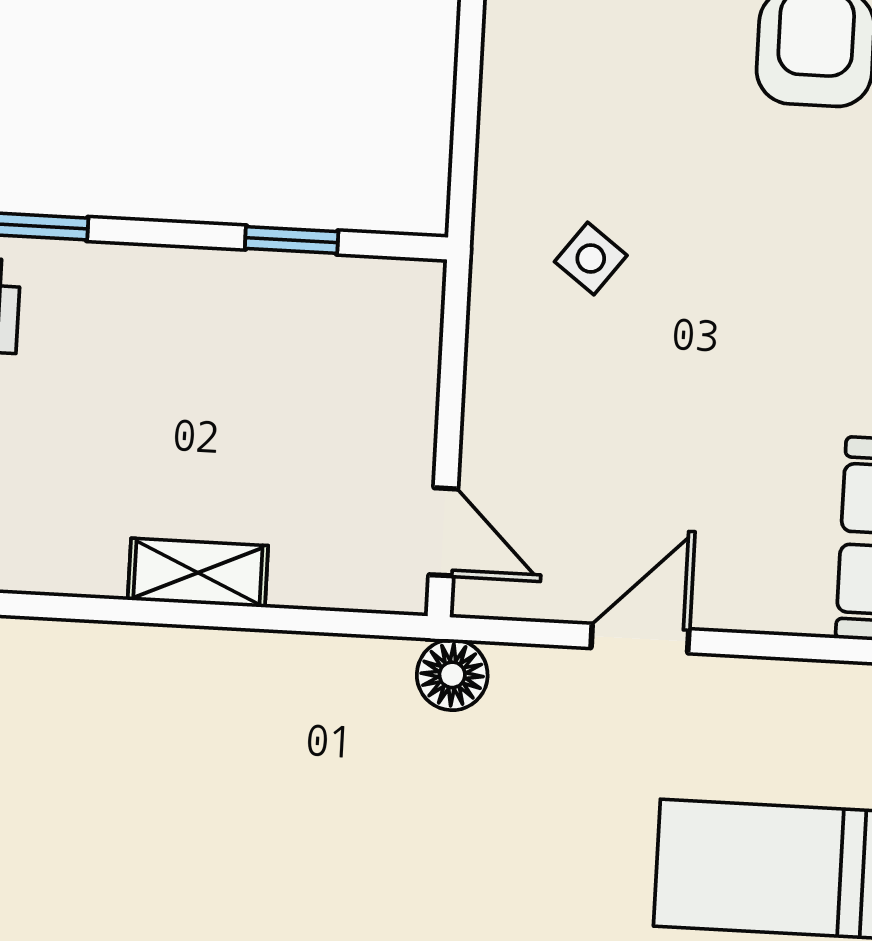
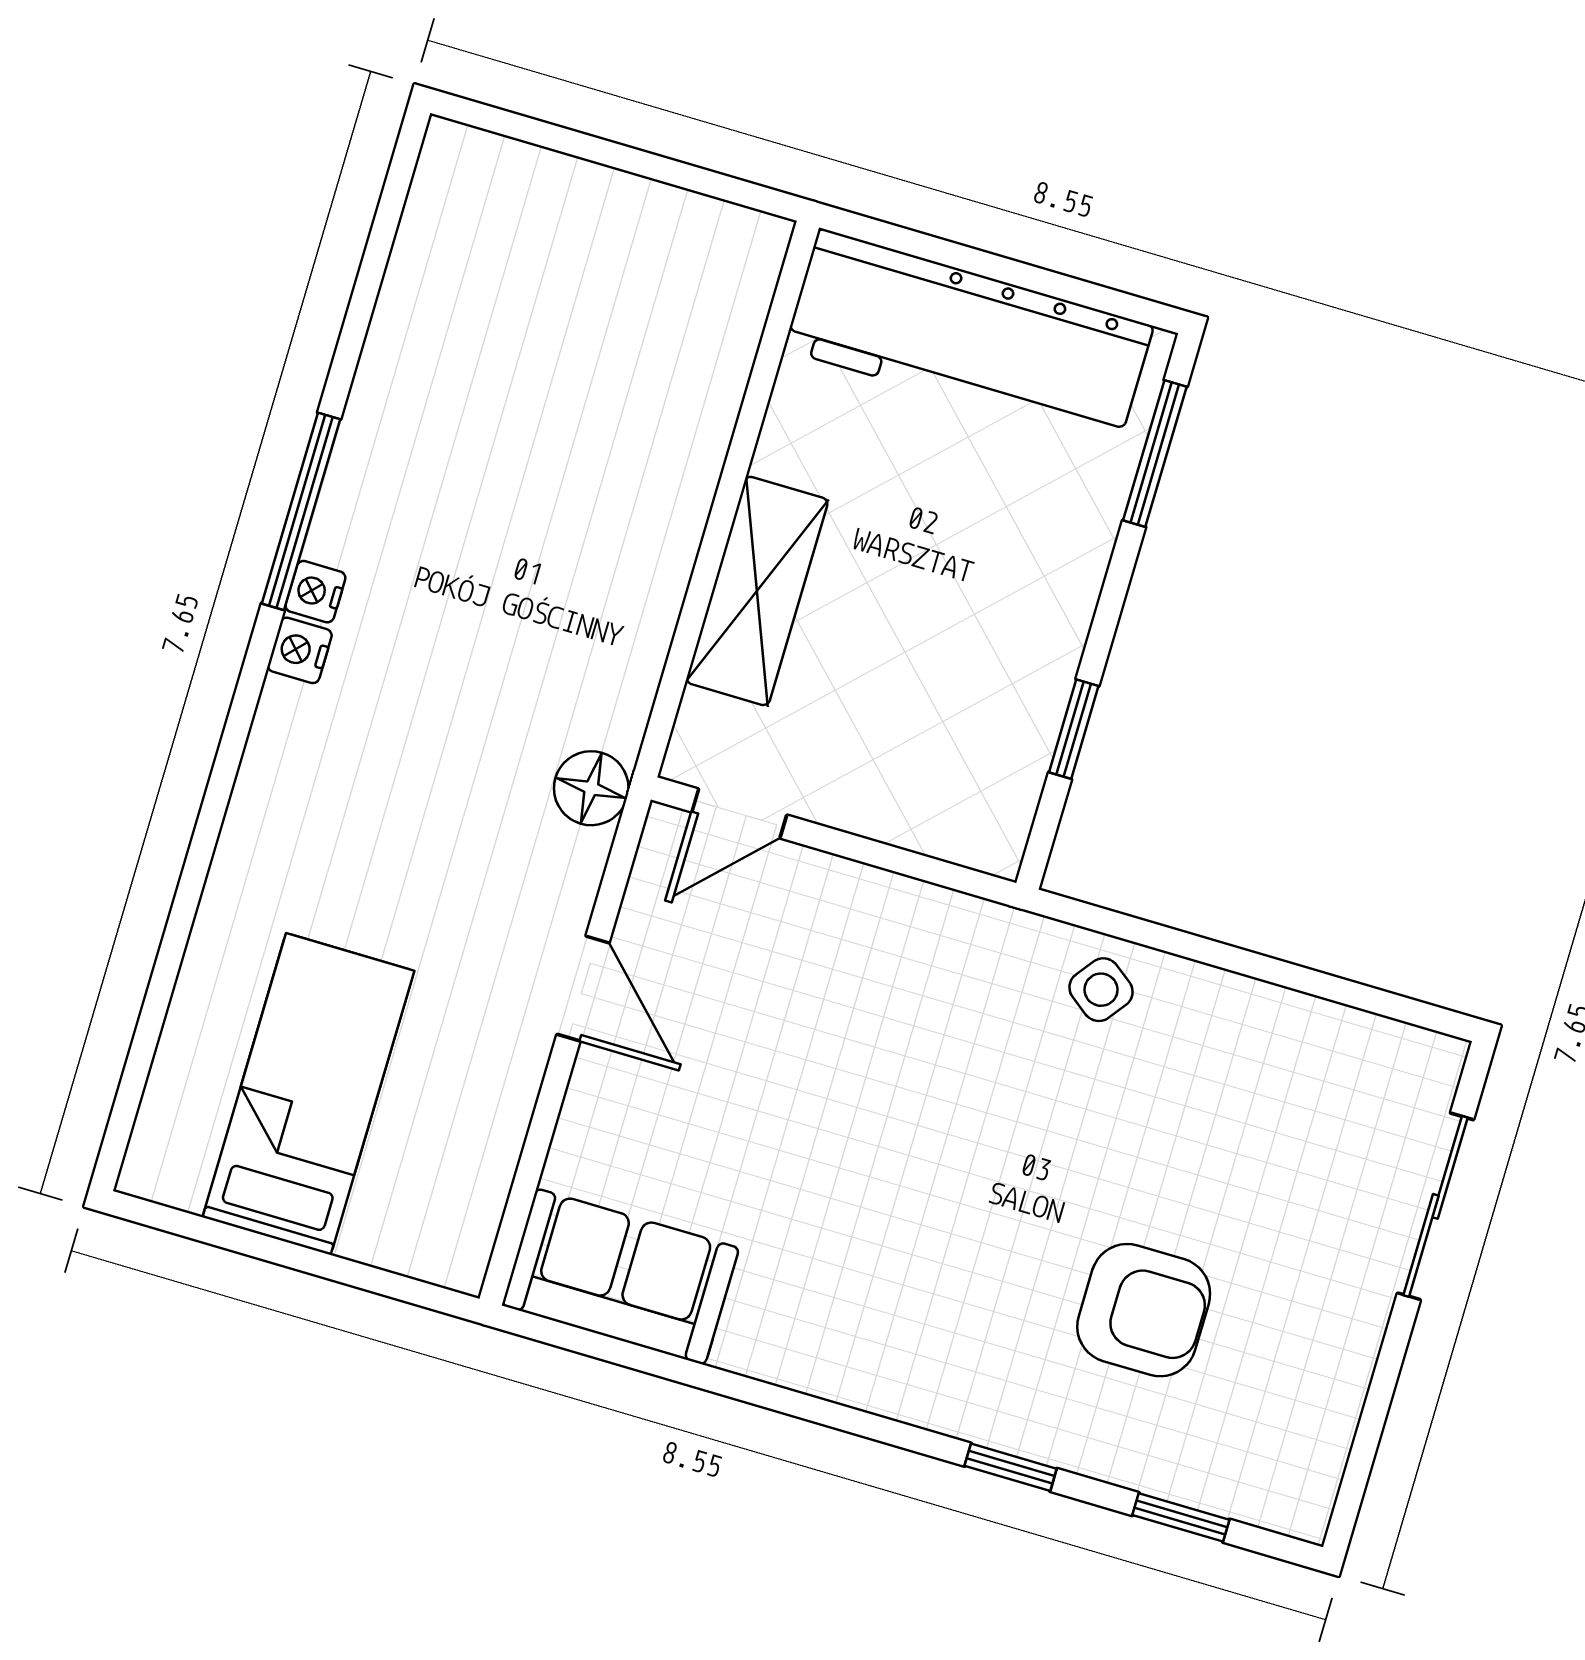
side table: (591, 259) -> (1101, 990), moved
shelving: (198, 573) -> (757, 591), width x1.50, depth x1.33

